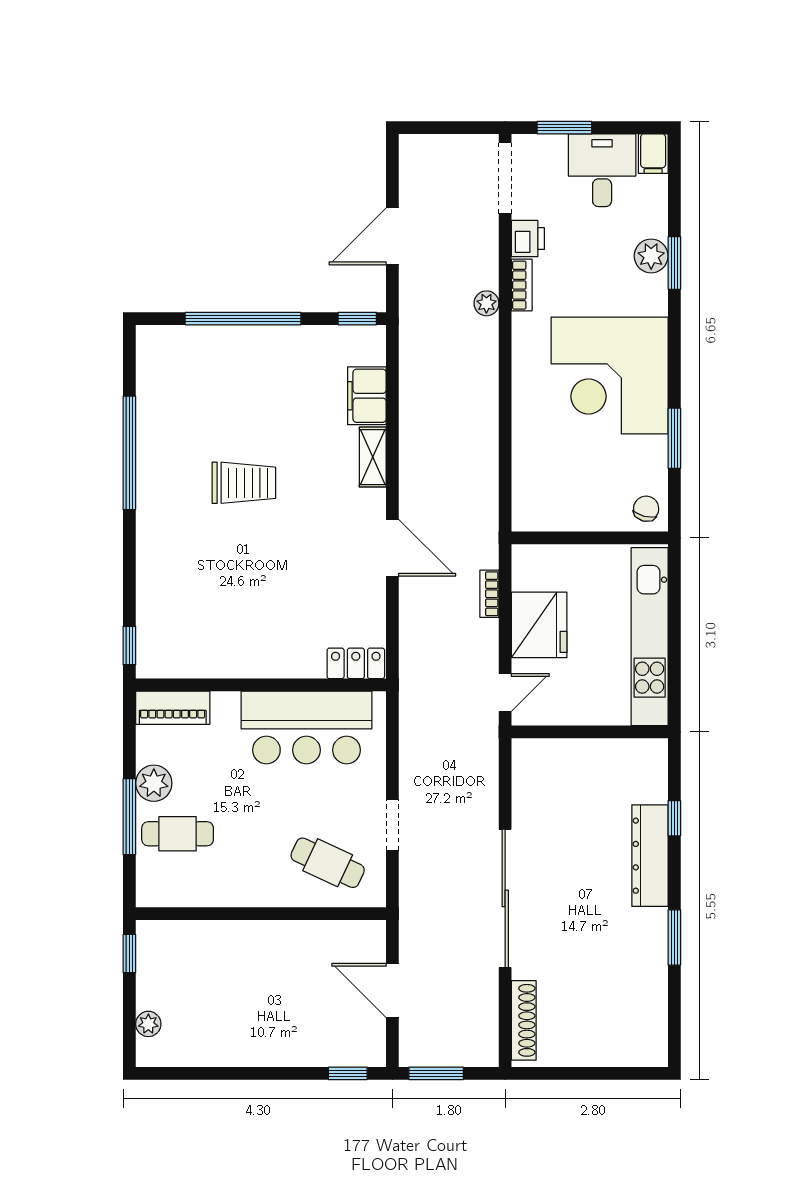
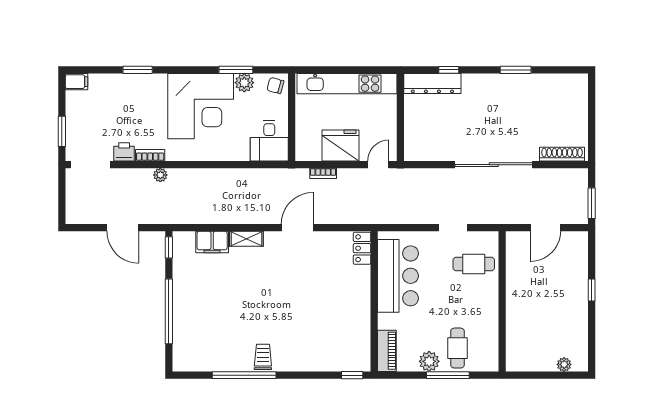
desk: (602, 170) -> (269, 141), moved, turned -90
plant: (651, 256) -> (244, 83), moved
trolley: (244, 483) -> (263, 357), moved, width x0.73, depth x0.72
door: (505, 693) -> (378, 165), hinge flipped
dresser: (650, 856) -> (432, 83), moved
cafe table: (328, 863) -> (474, 264), turned 65
window: (129, 953) -> (525, 375), removed
window: (348, 1073) -> (592, 290), moved

